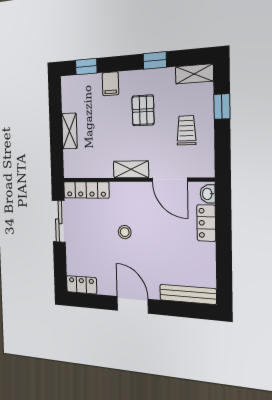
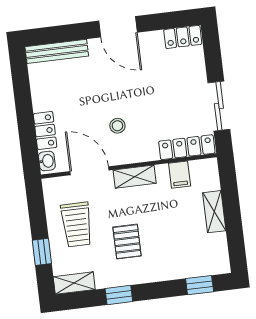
filing cabinet: (110, 84) -> (180, 175), moved, turned 180
trolley: (186, 130) -> (77, 224), width x1.36, depth x1.39
stool: (125, 232) -> (117, 126), moved

